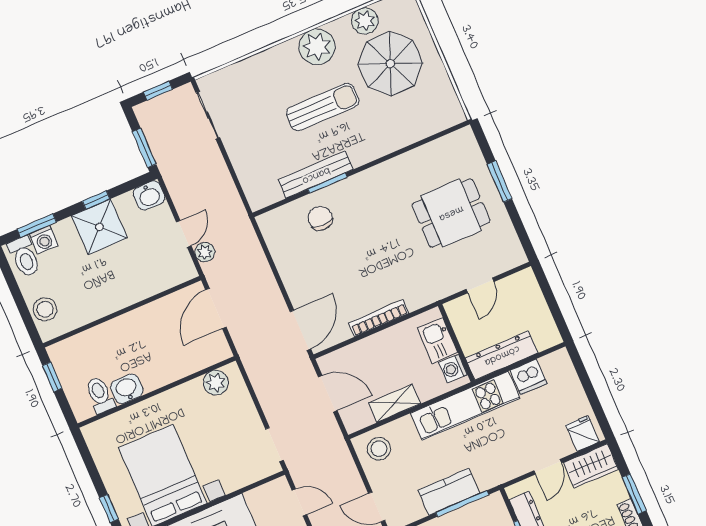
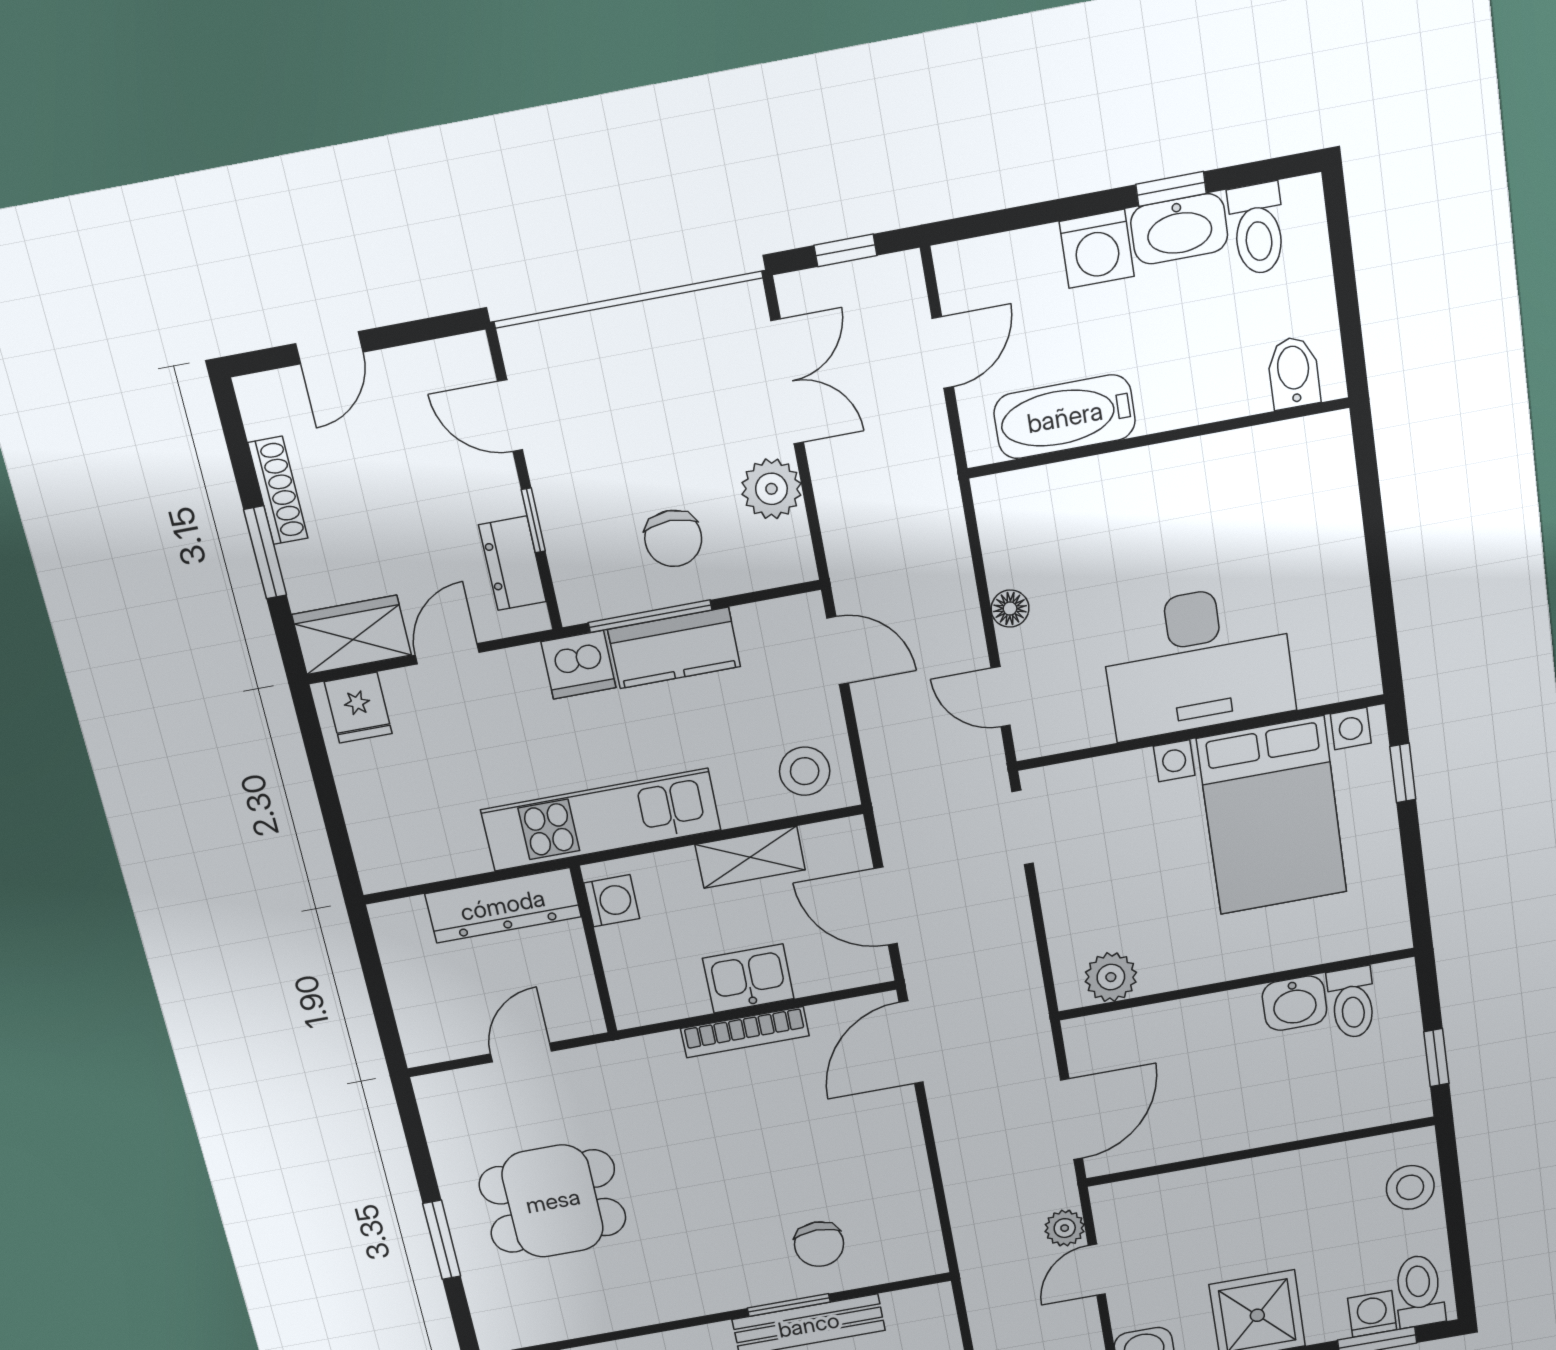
kitchen sink: (438, 340) -> (748, 978), moved, turned -90
dishwasher: (528, 377) -> (578, 665), moved, turned 180

